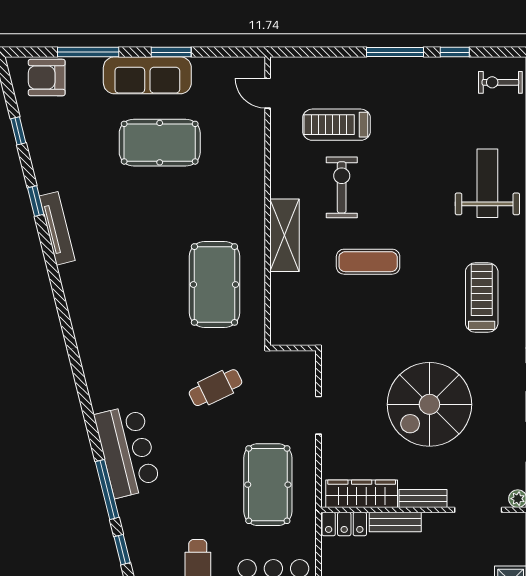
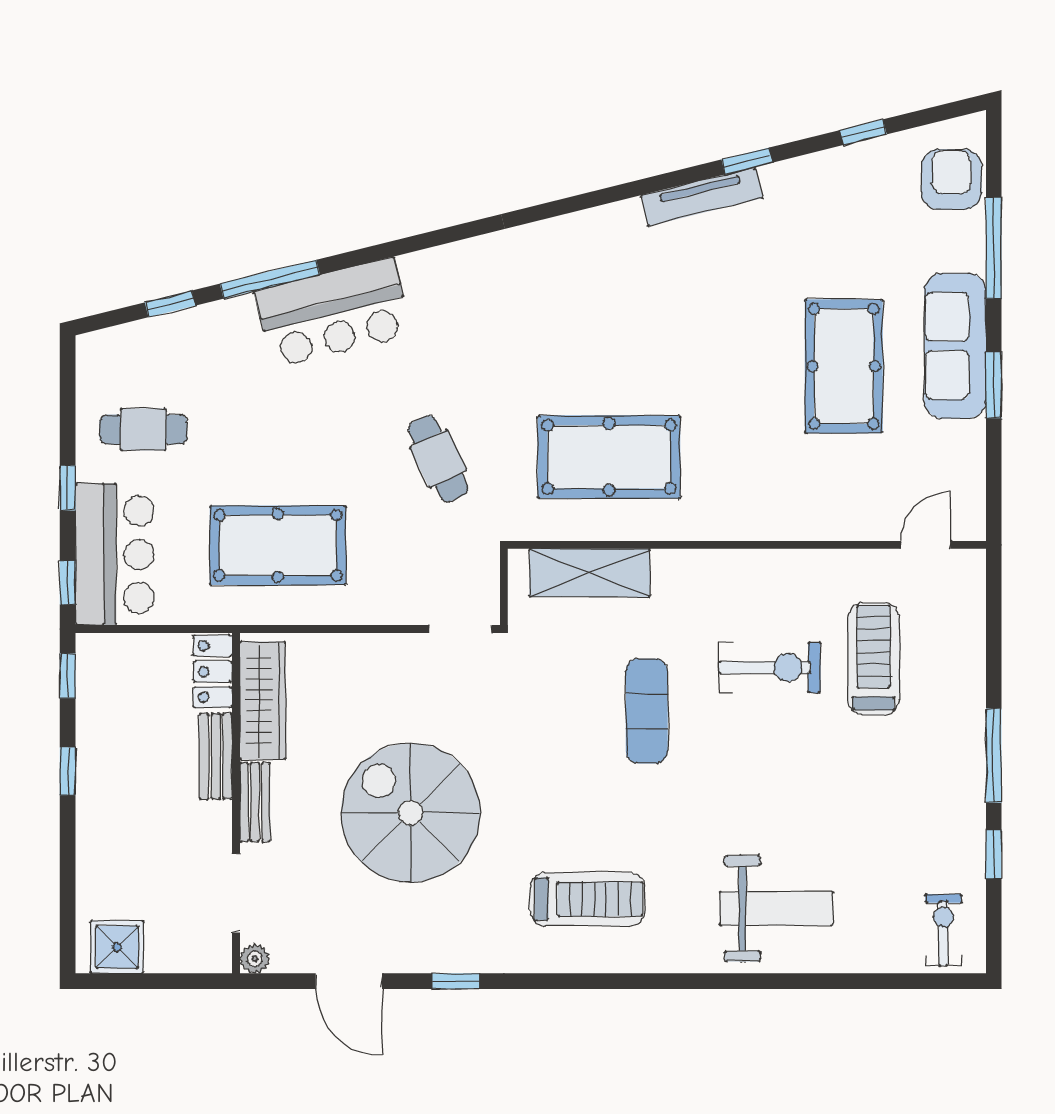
shelving: (285, 235) -> (590, 573), moved
doorway: (319, 415) -> (460, 629), moved

